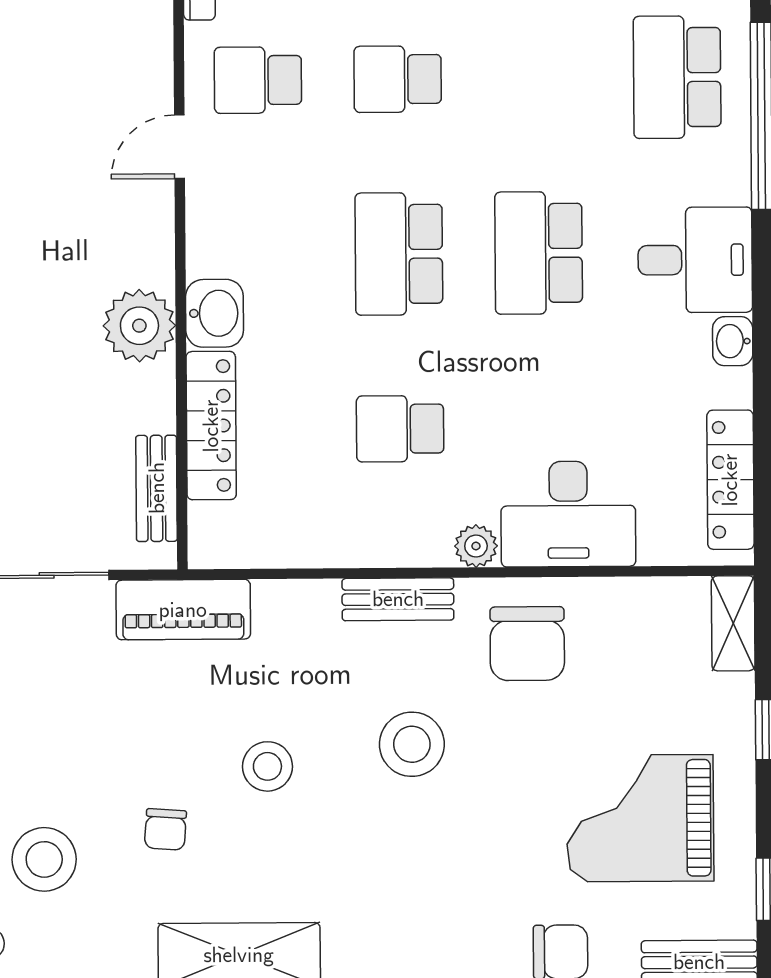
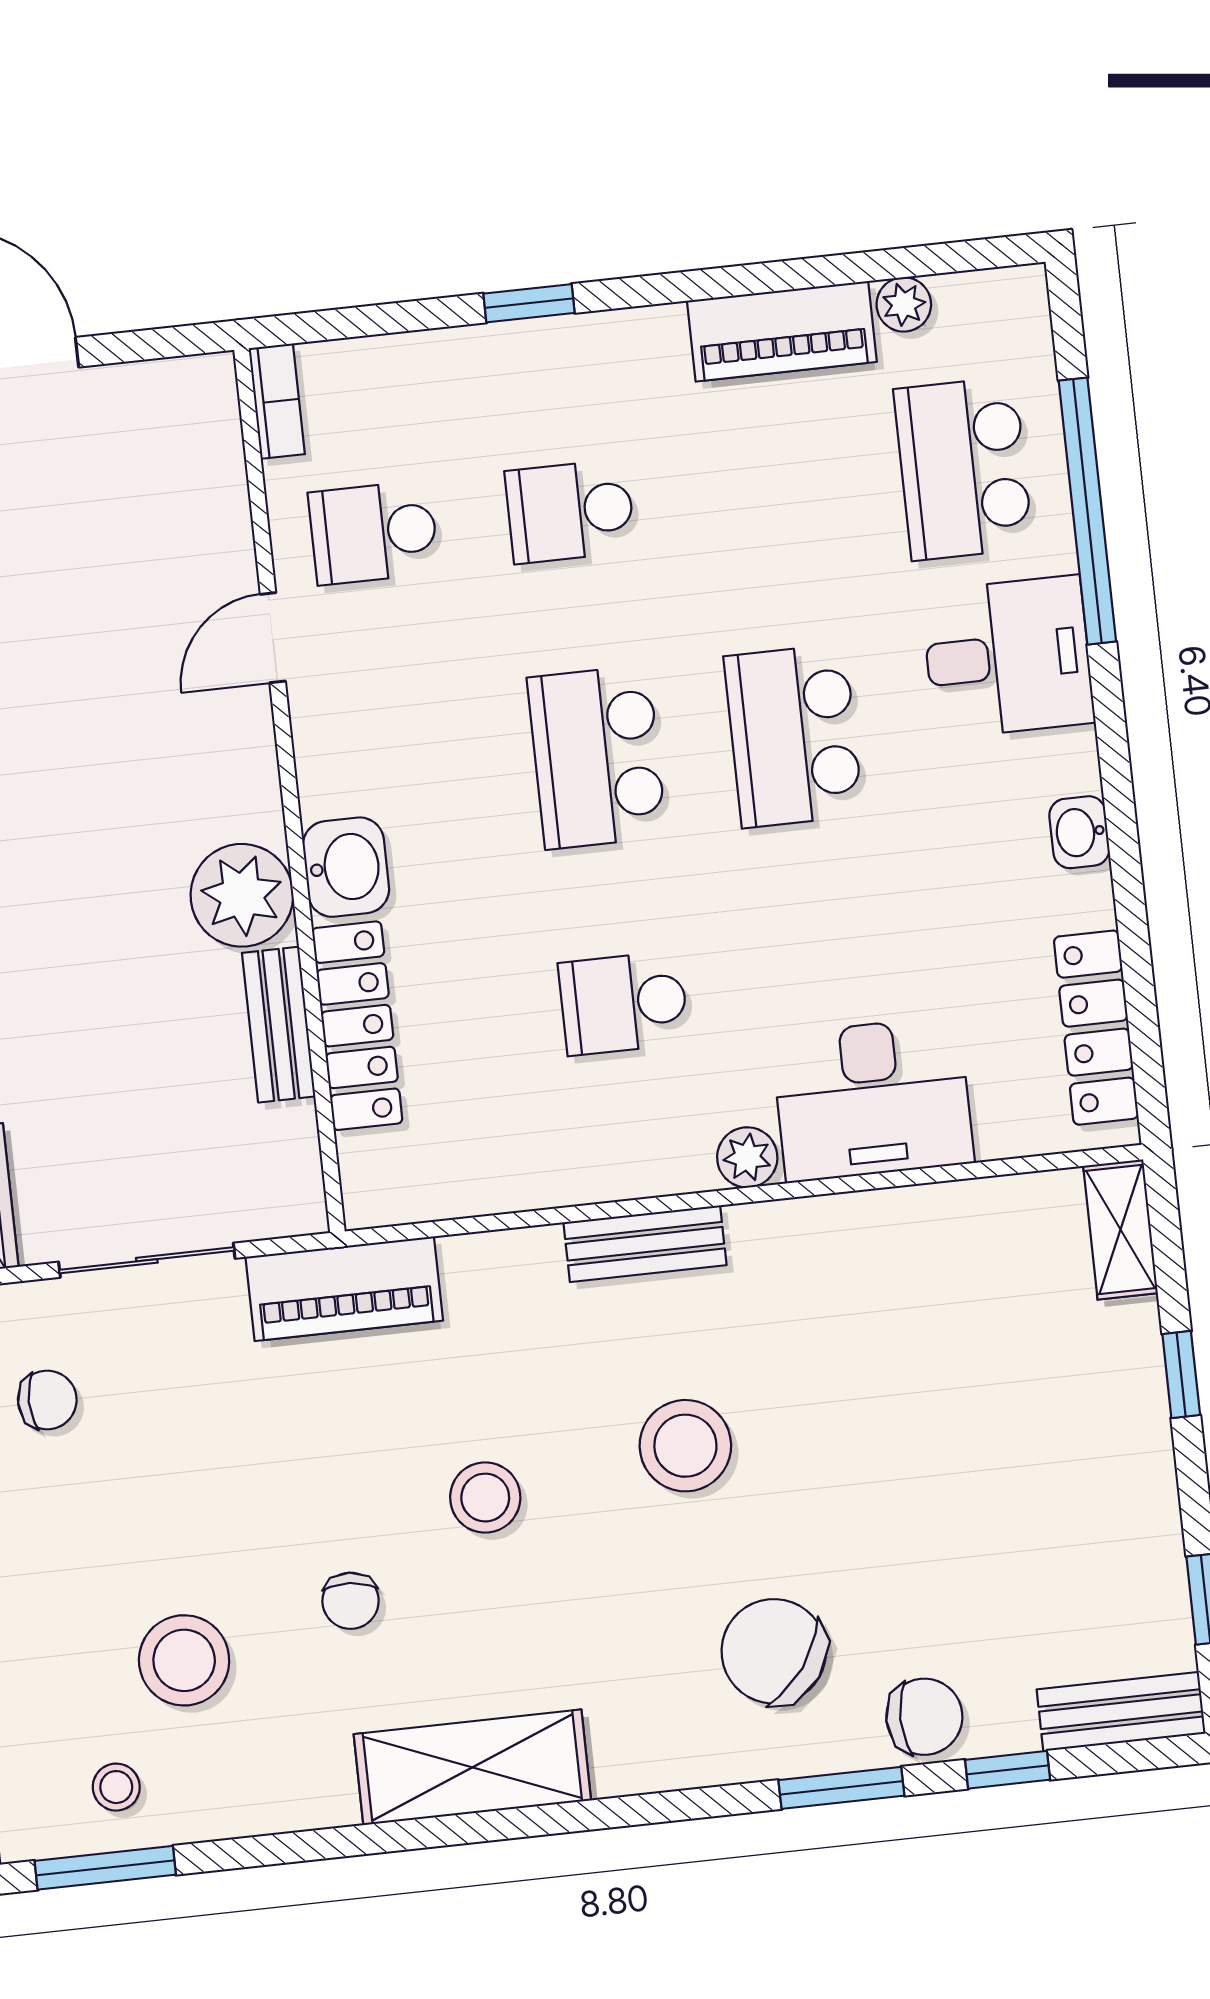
desk: (695, 260) -> (1008, 657), moved
bench: (157, 488) -> (279, 1025), moved
chair: (527, 644) -> (774, 1651), moved, turned 126
grand piano: (640, 818) -> (1017, 1517), removed

